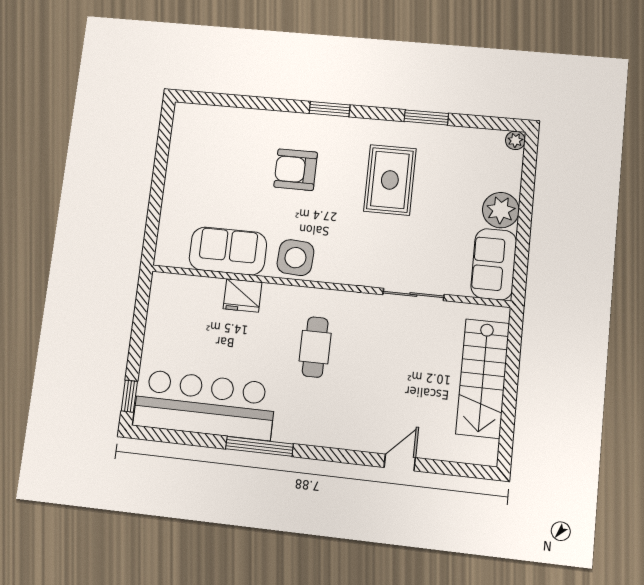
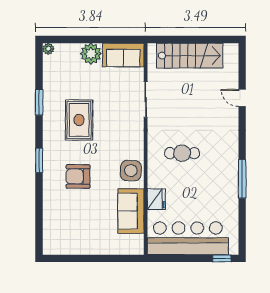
armchair: (296, 170) -> (78, 176), turned 90
rug: (390, 180) -> (79, 120), turned 90
bar counter: (204, 405) -> (188, 238), moved, turned 90

